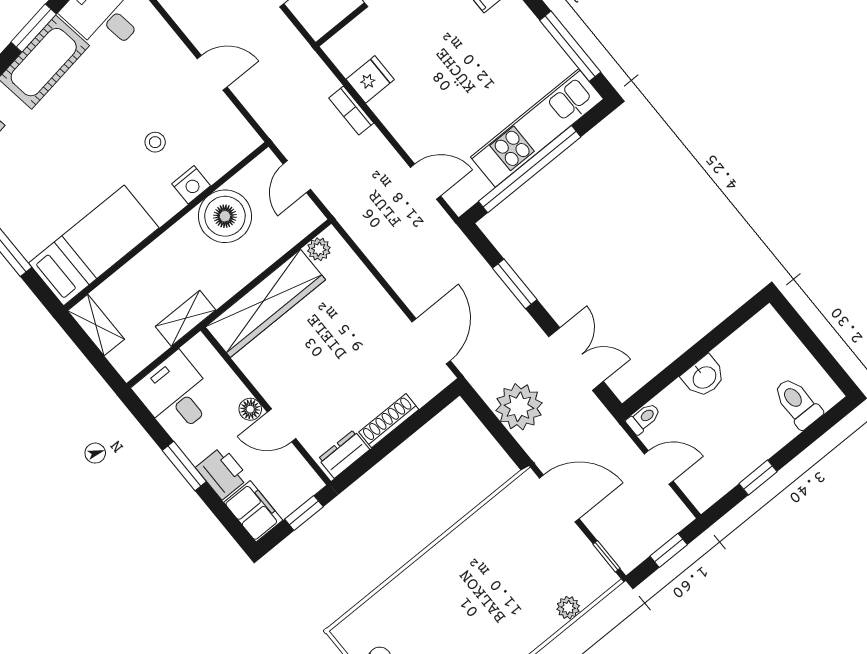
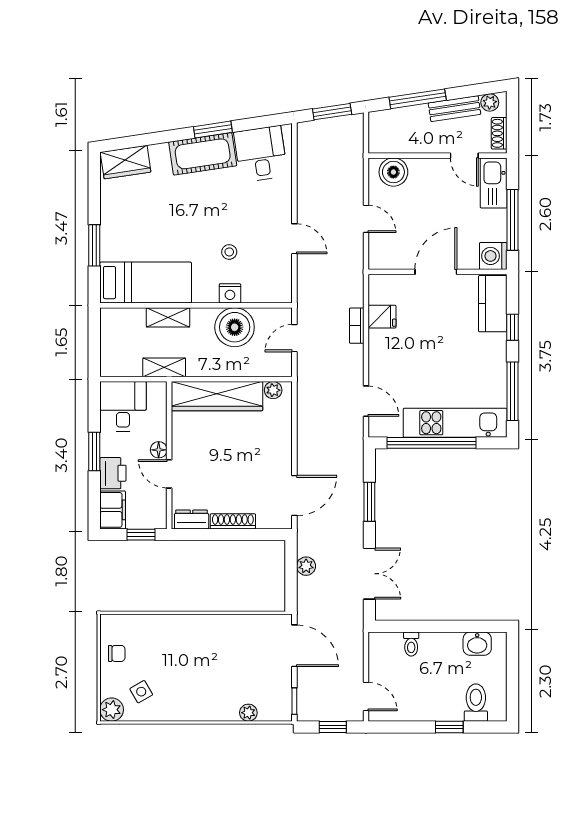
shelving: (96, 325) -> (168, 317), moved, turned 90
washbasin: (704, 377) -> (477, 644), moved
plant: (519, 407) -> (306, 566), width x0.53, depth x0.53
toilet: (644, 418) -> (411, 644), moved, turned 90
door: (659, 467) -> (366, 697), moved
window: (758, 478) -> (449, 727), moved

